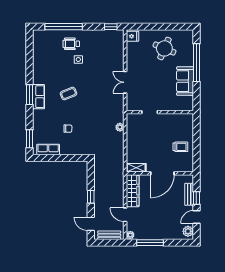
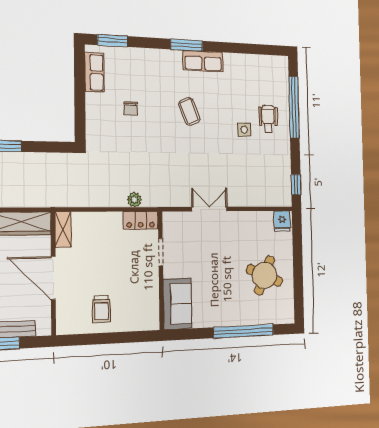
sofa: (185, 81) -> (177, 304), moved, turned 90
row of seats: (38, 97) -> (203, 61), moved
locker: (131, 124) -> (140, 220), added

